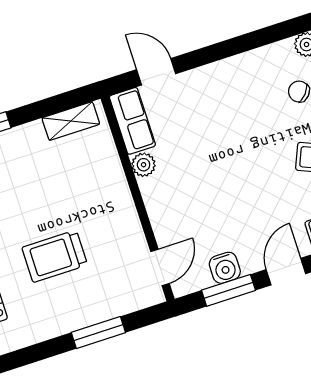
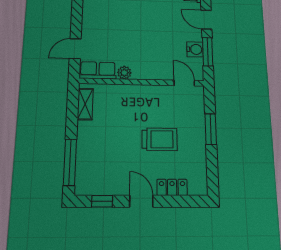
trolley: (55, 256) -> (160, 139), turned -90

